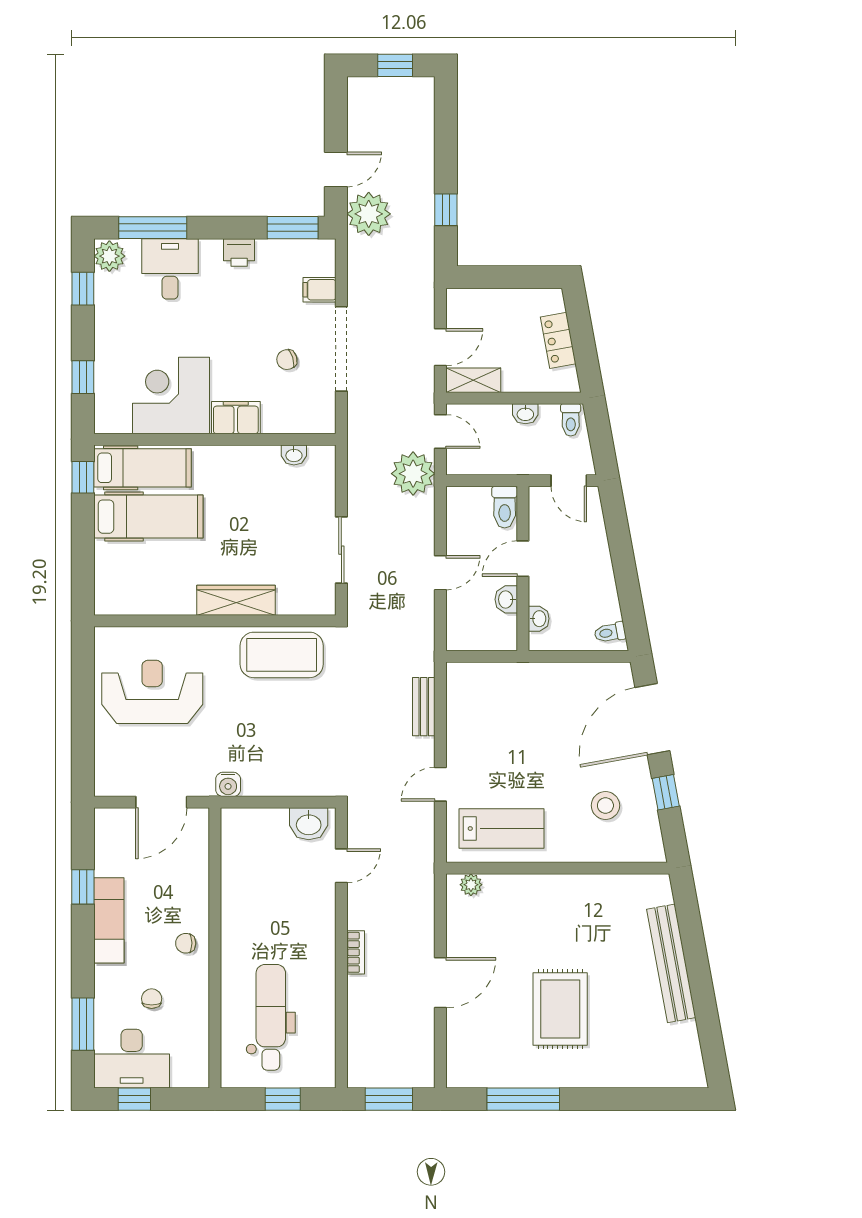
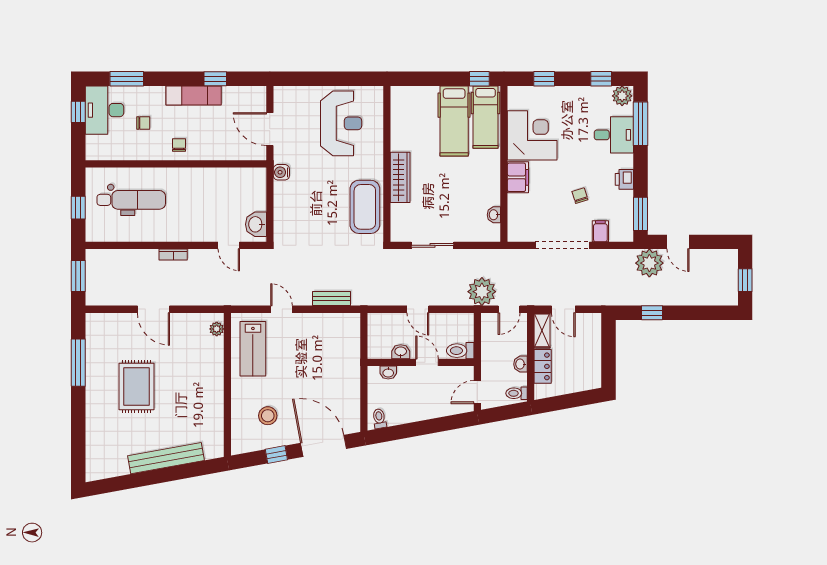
locker: (558, 340) -> (543, 366), moved, turned 100
chair: (287, 360) -> (580, 196), moved
rug: (560, 1009) -> (137, 386), turned 90

